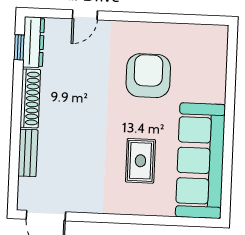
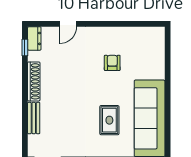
dresser: (33, 42) -> (34, 38), width x0.70
armchair: (148, 76) -> (112, 63), width x0.53, depth x0.53

